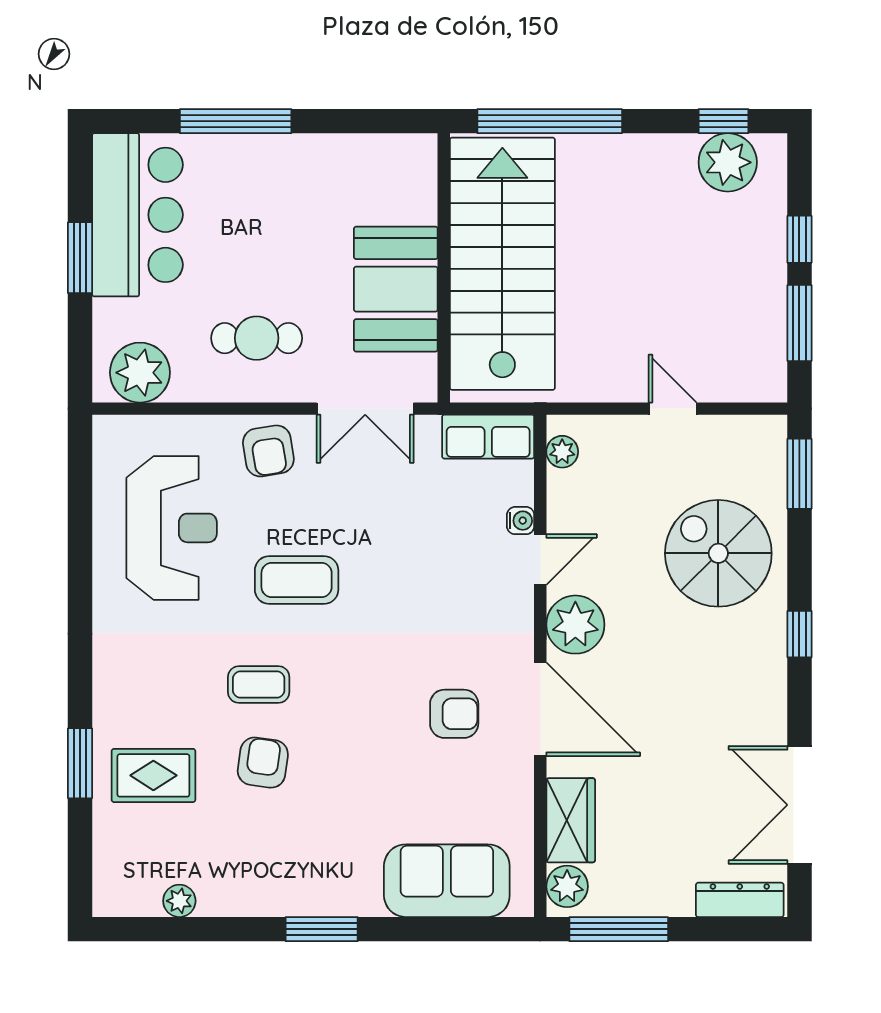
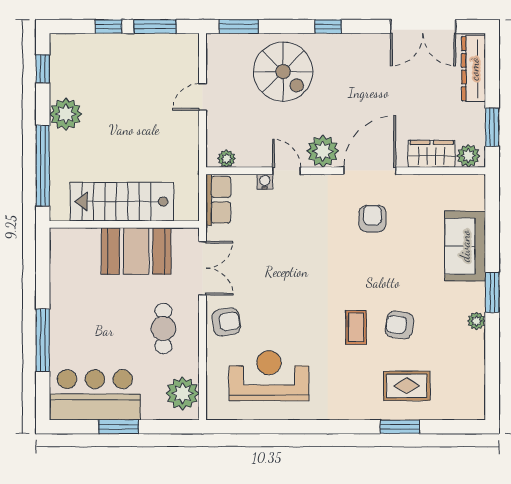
plant: (728, 162) -> (66, 114), moved
stairs: (502, 264) -> (122, 202), width x0.73, depth x0.66
spiral stairs: (718, 553) -> (283, 72), turned -90
coffee table: (297, 580) -> (298, 306), removed
rug: (153, 775) -> (407, 386), turned 90
sofa: (447, 881) -> (465, 246), moved
dresser: (740, 900) -> (474, 69), width x1.37, depth x1.24
plant: (179, 901) -> (476, 321), moved
window: (619, 929) -> (492, 127), width x0.69

